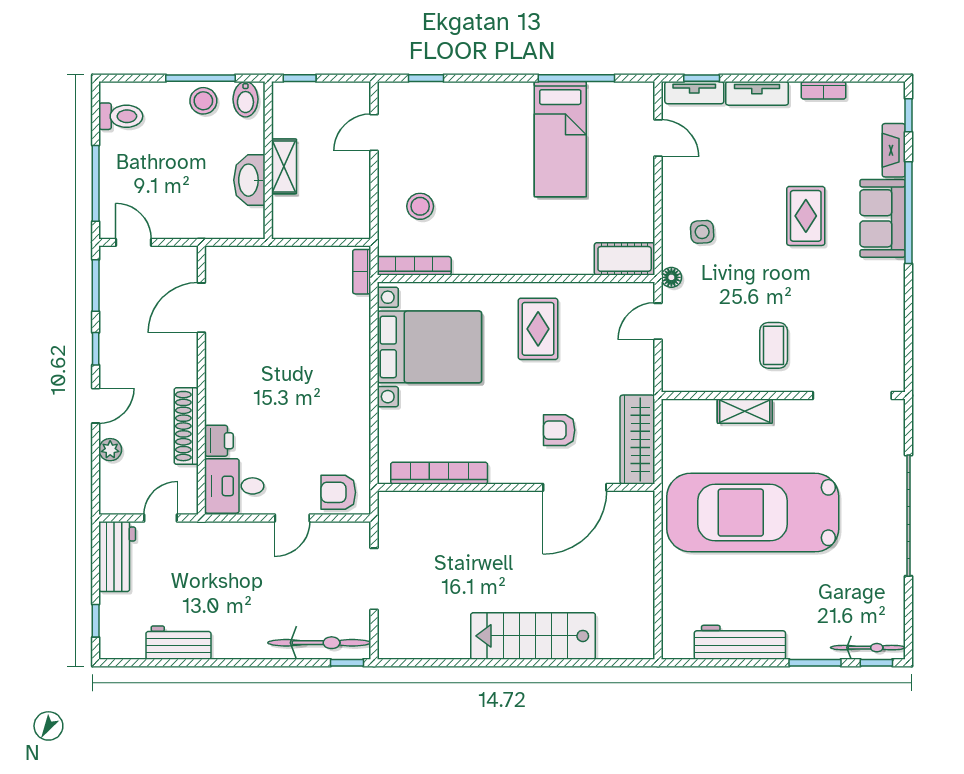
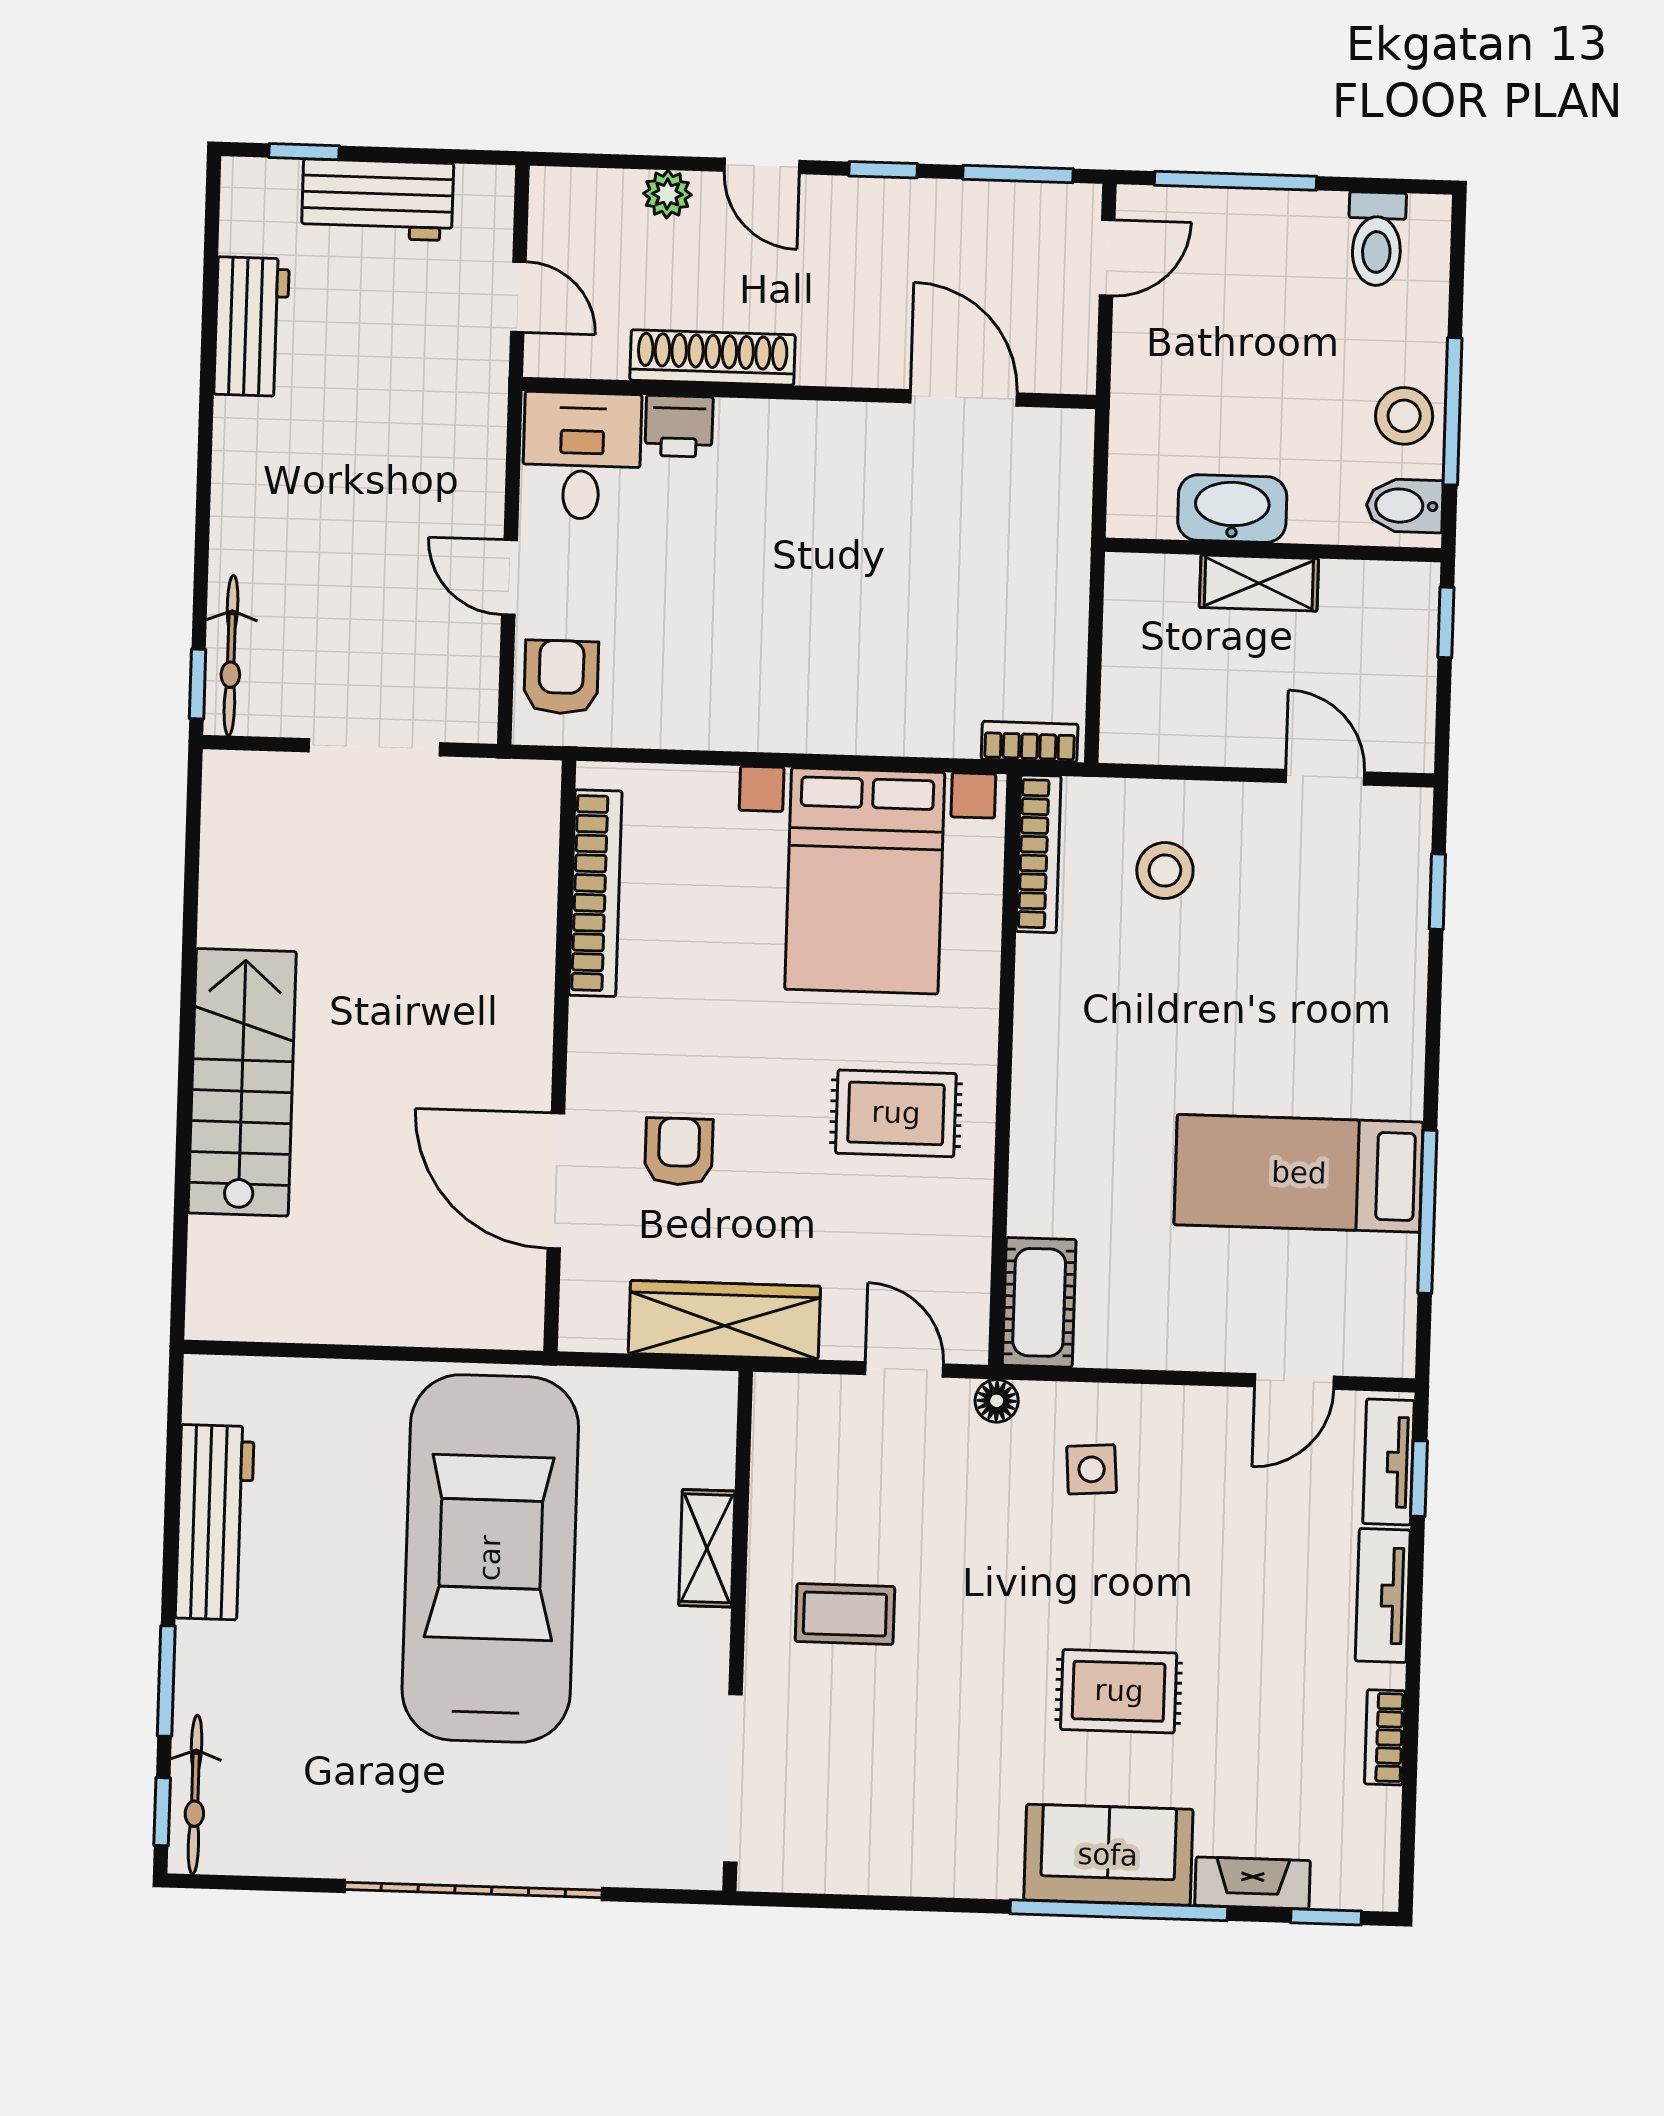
wardrobe: (637, 440) -> (724, 1320), moved
workbench: (117, 557) -> (378, 200), moved
bicycle: (319, 643) -> (231, 655), width x0.73, depth x0.71

